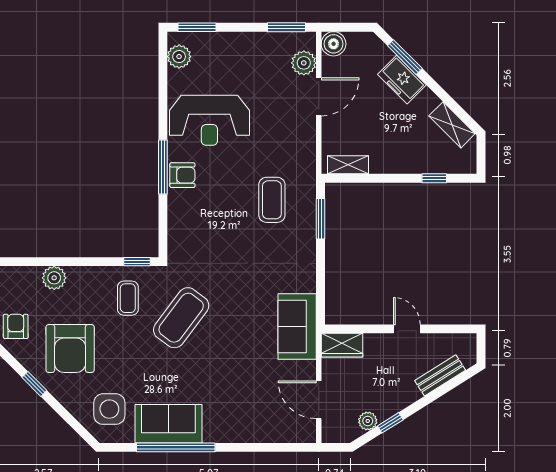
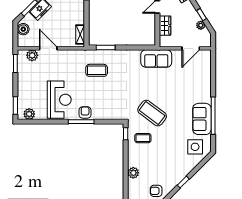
boiler: (334, 44) -> (23, 29), moved
wardrobe: (342, 345) -> (165, 26), moved
armchair: (70, 349) -> (167, 165), removed

